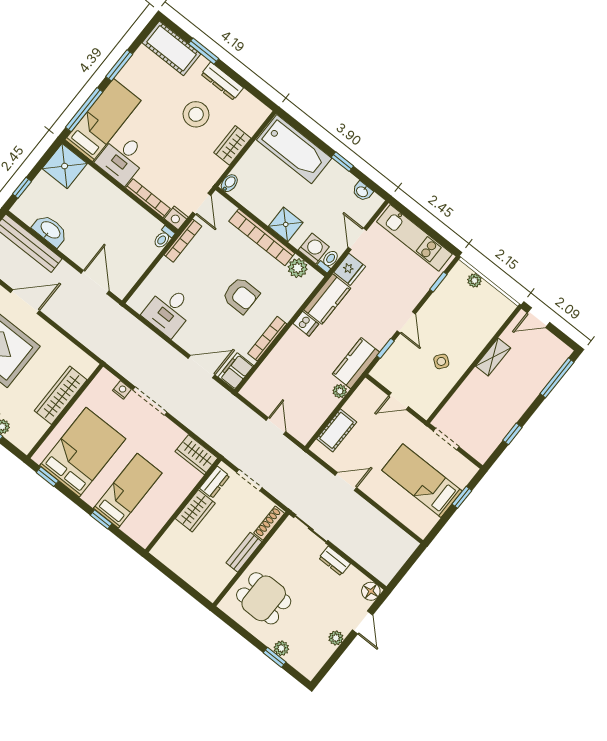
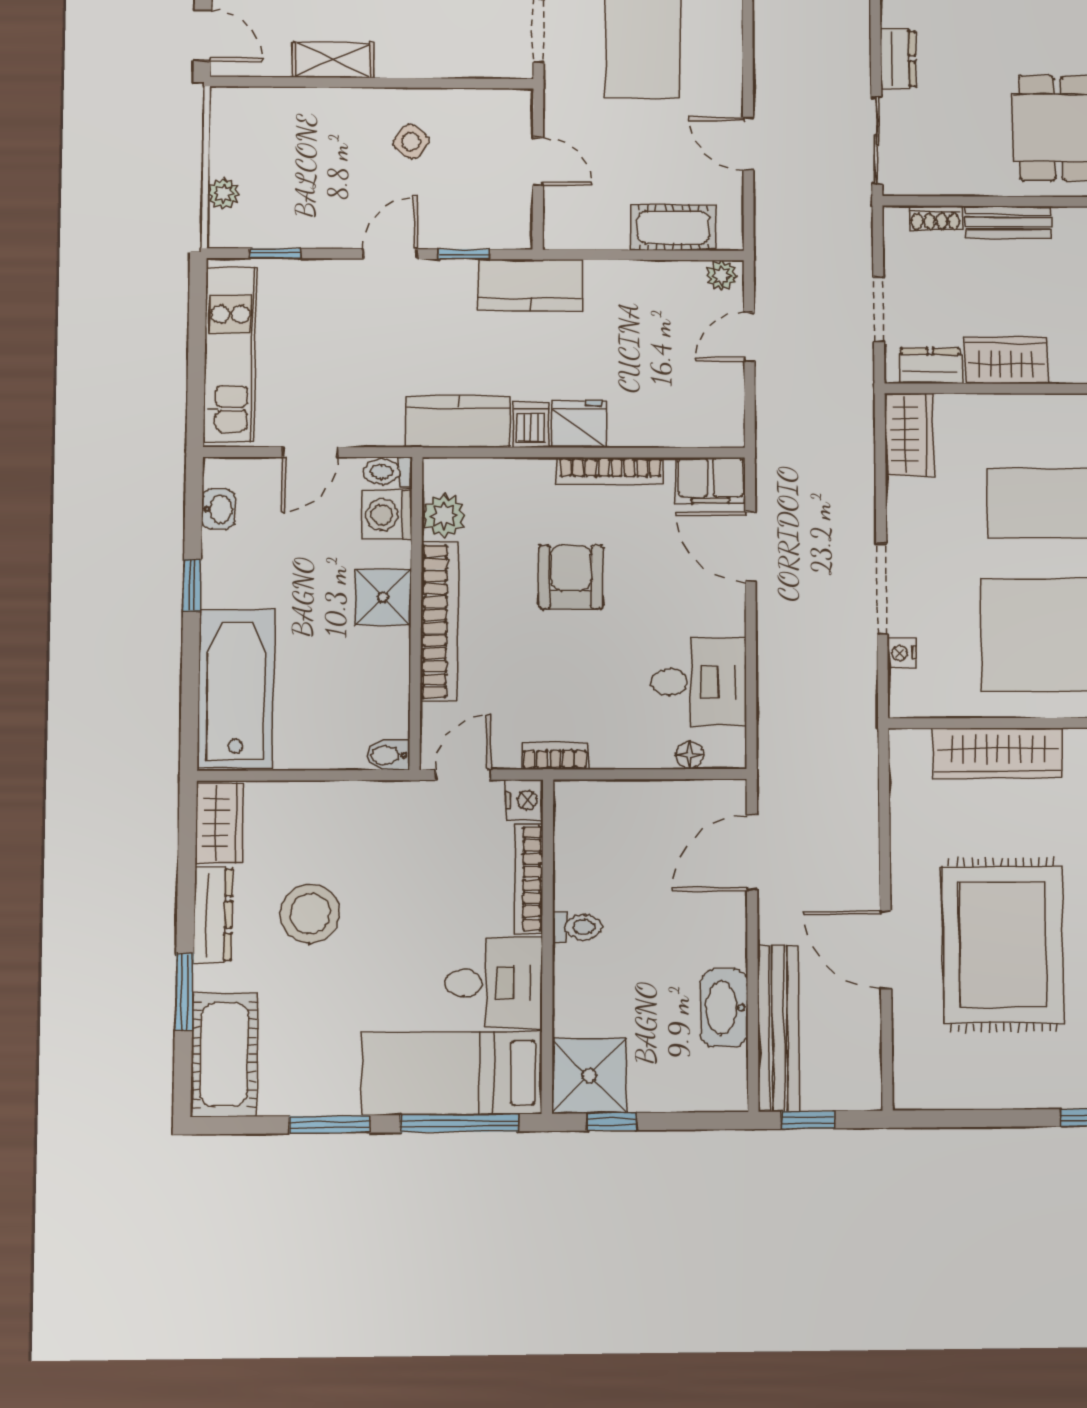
wardrobe: (232, 145) -> (219, 823), moved, turned -90
window: (22, 188) -> (612, 1122), moved
toilet: (164, 238) -> (577, 927), moved
bookcase: (183, 241) -> (555, 756), width x0.64
fridge: (350, 269) -> (579, 424), moved
floor lamp: (146, 287) -> (690, 755), added
plant: (340, 391) -> (721, 275), moved
shoe rack: (269, 523) -> (936, 218), width x0.70

